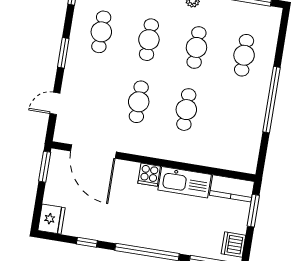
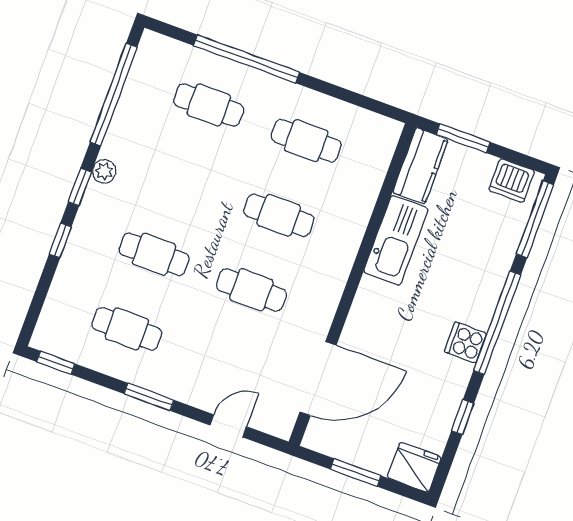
cafe table: (196, 47) -> (306, 141), moved
window: (271, 100) -> (246, 59), moved
door: (55, 103) -> (228, 426), swing flipped
window: (45, 167) -> (356, 472), moved
cooker: (149, 175) -> (466, 343), moved, turned 180

